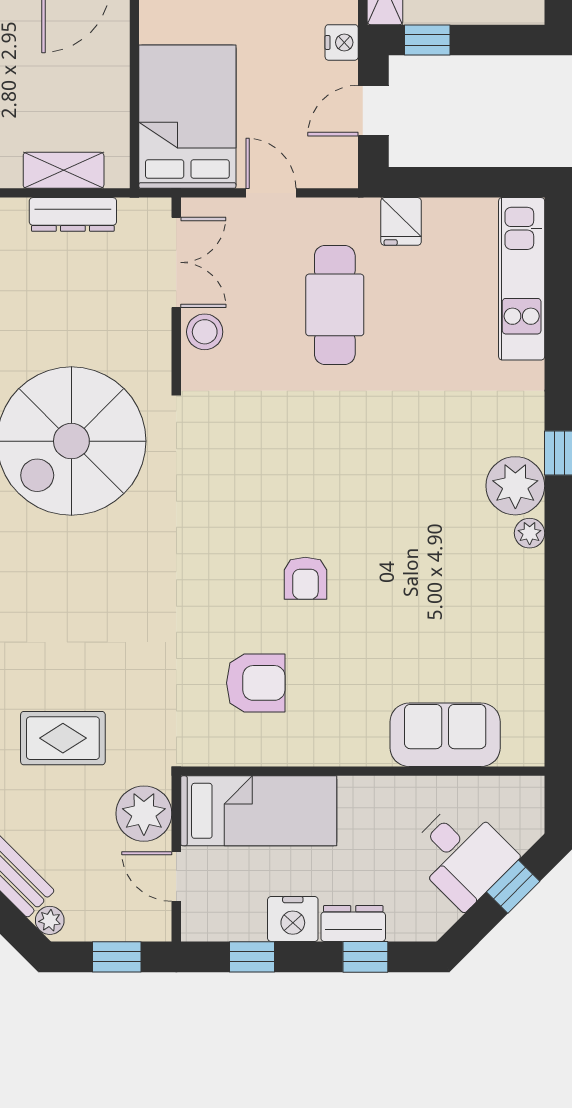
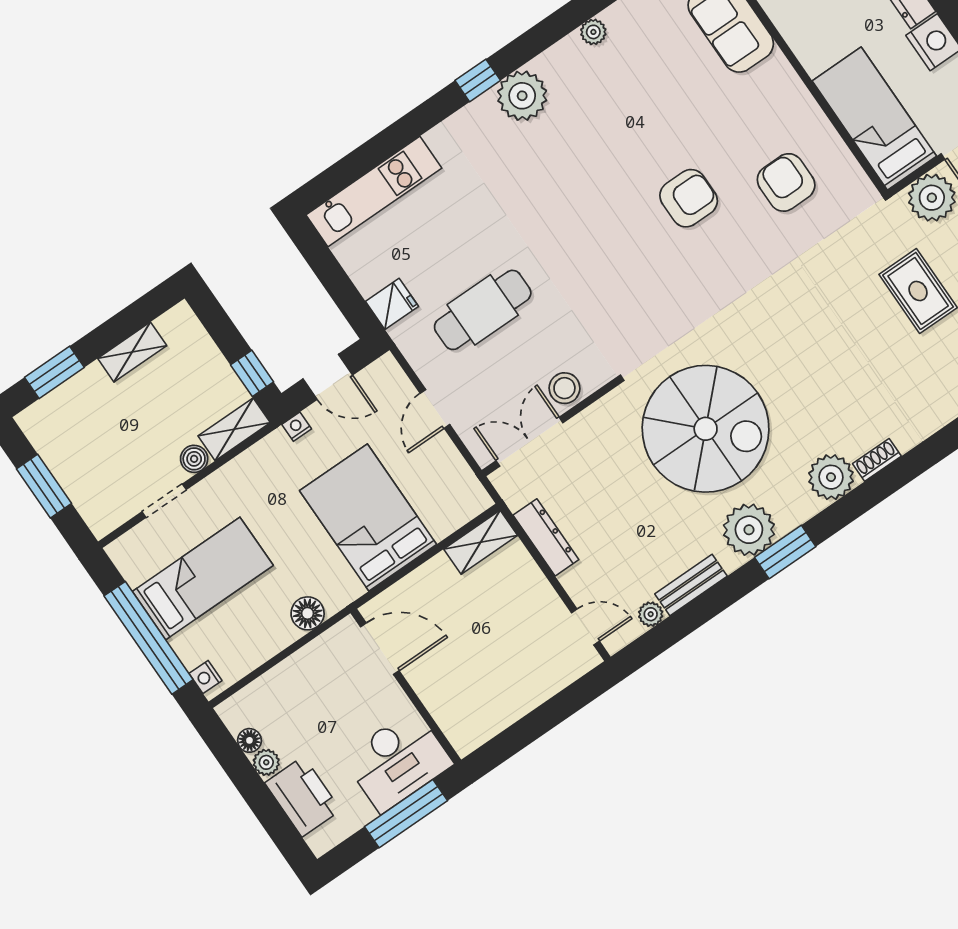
nightstand: (342, 42) -> (297, 427), width x0.72, depth x0.74
bed: (187, 117) -> (368, 517), moved, turned 90
shelving: (64, 170) -> (481, 542), moved, turned 90
plant: (530, 533) -> (593, 32), moved
armchair: (305, 578) -> (689, 198), width x1.38, depth x1.38

